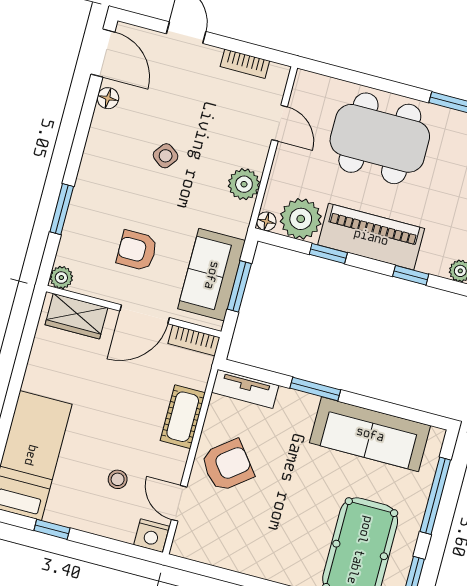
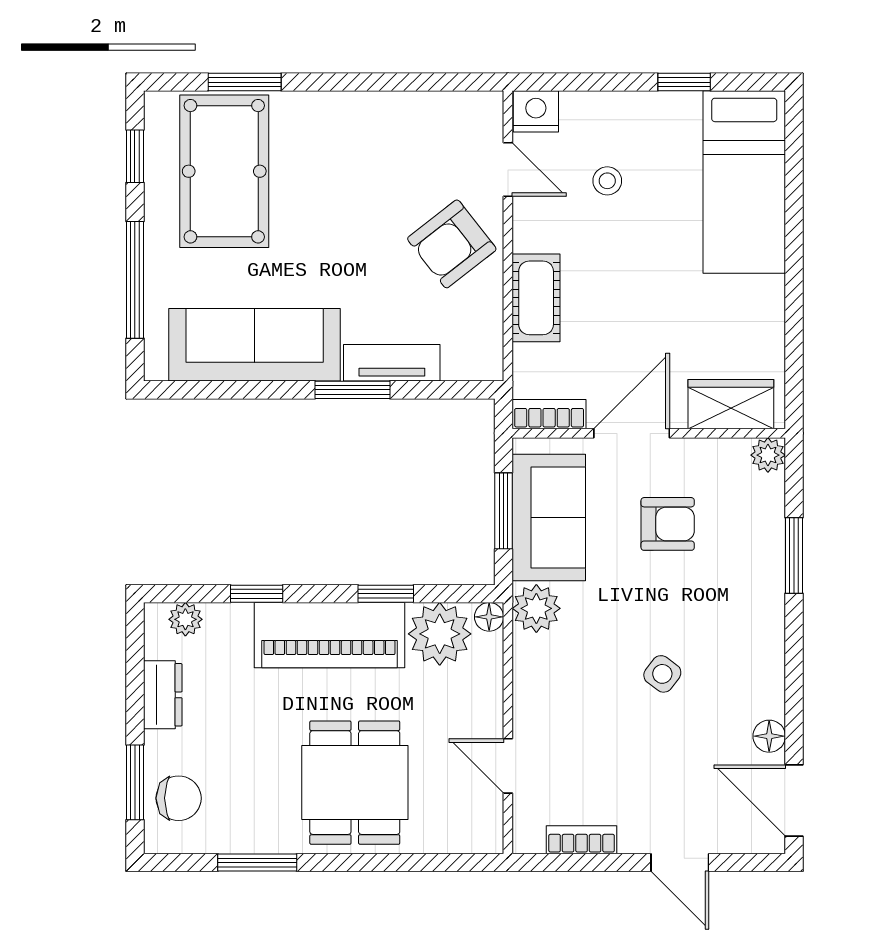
dining table: (380, 138) -> (355, 783), width x0.73
plant: (244, 184) -> (536, 608), moved
tv unit: (245, 389) -> (392, 363), moved

